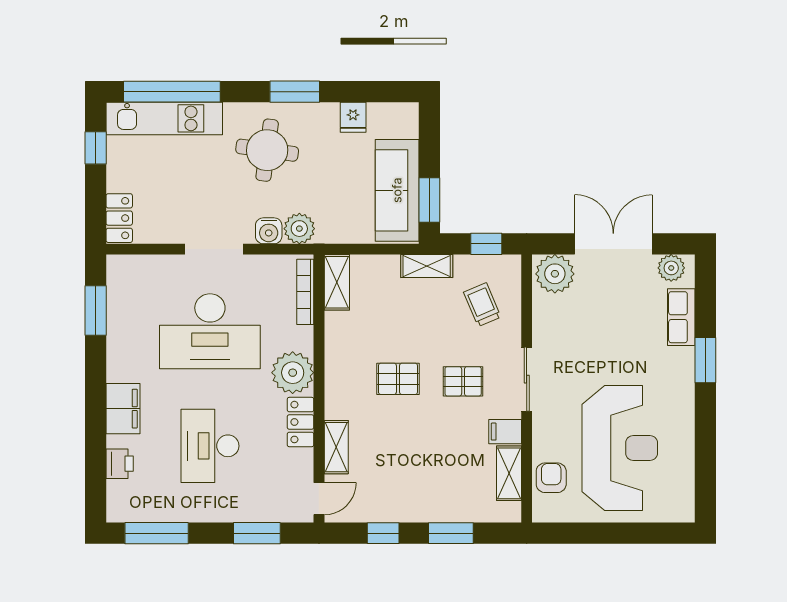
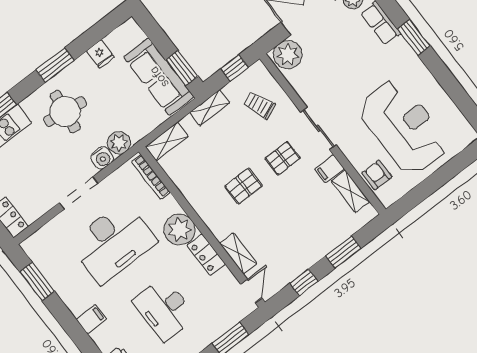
shelving: (337, 282) -> (167, 142), moved, turned 90
filing cabinet: (123, 409) -> (91, 319), width x0.50

